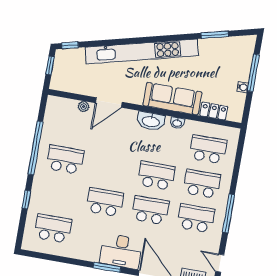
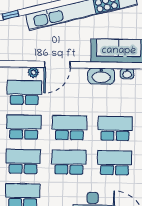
school desk: (71, 125) -> (24, 92), added
school desk: (111, 168) -> (69, 128), added
school desk: (59, 194) -> (23, 161), added

